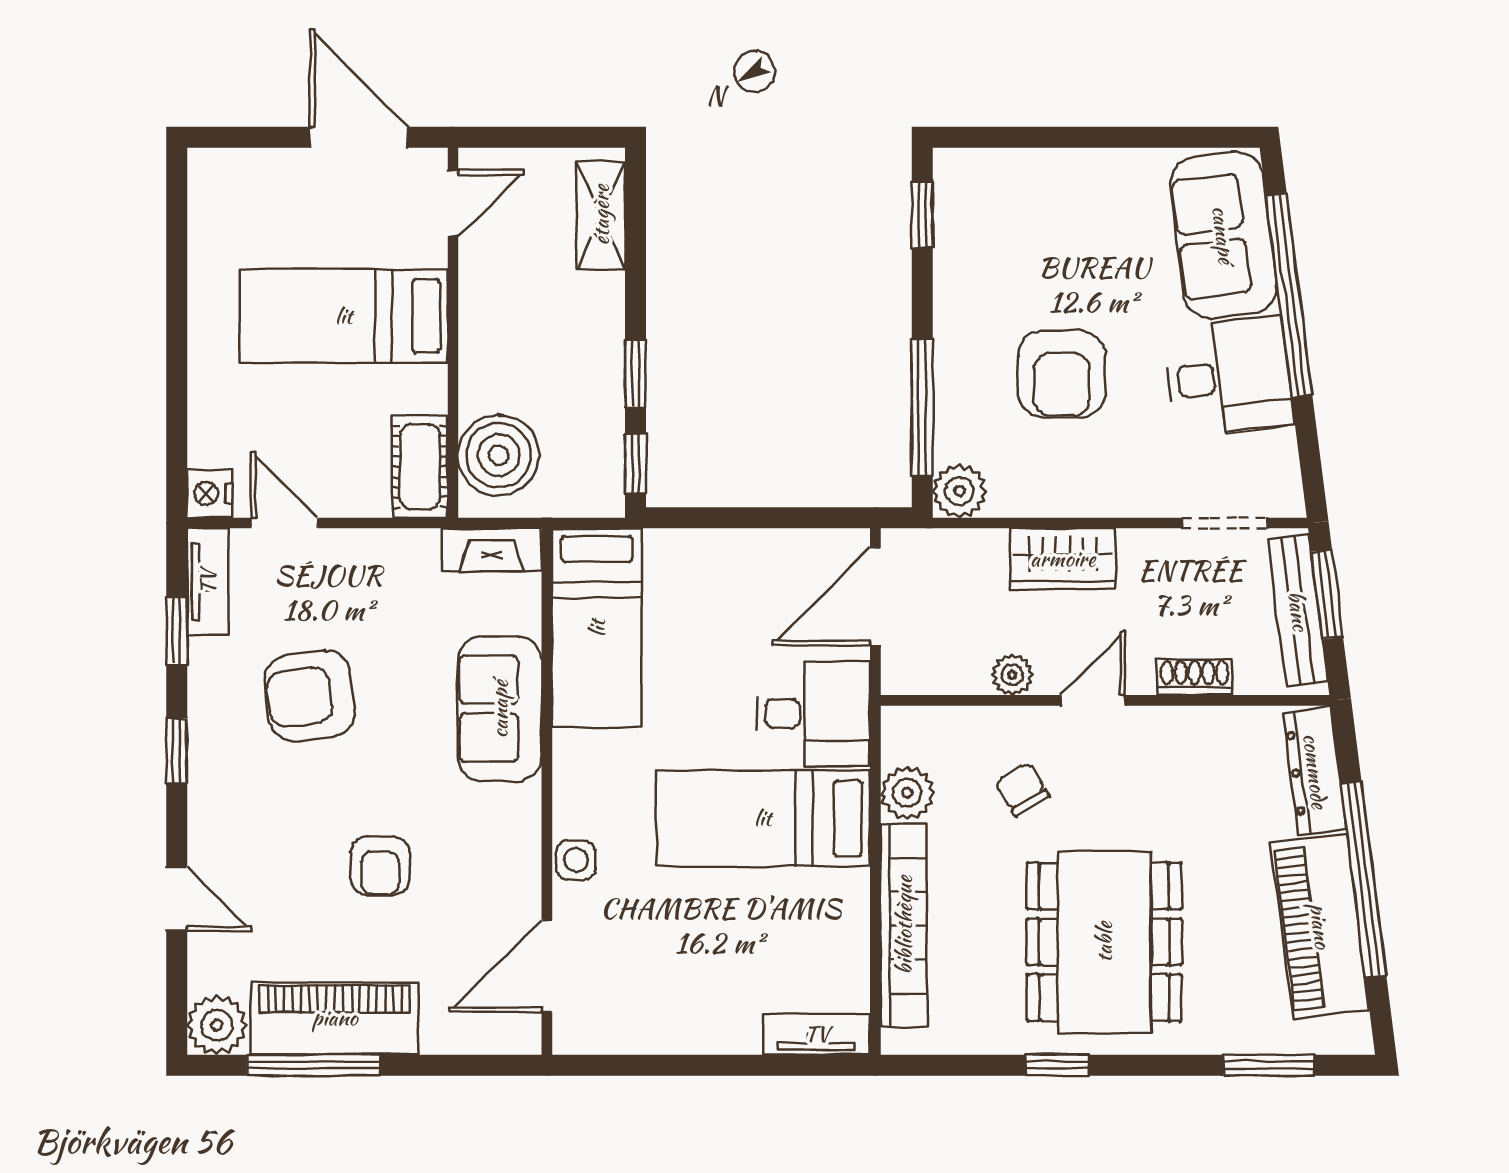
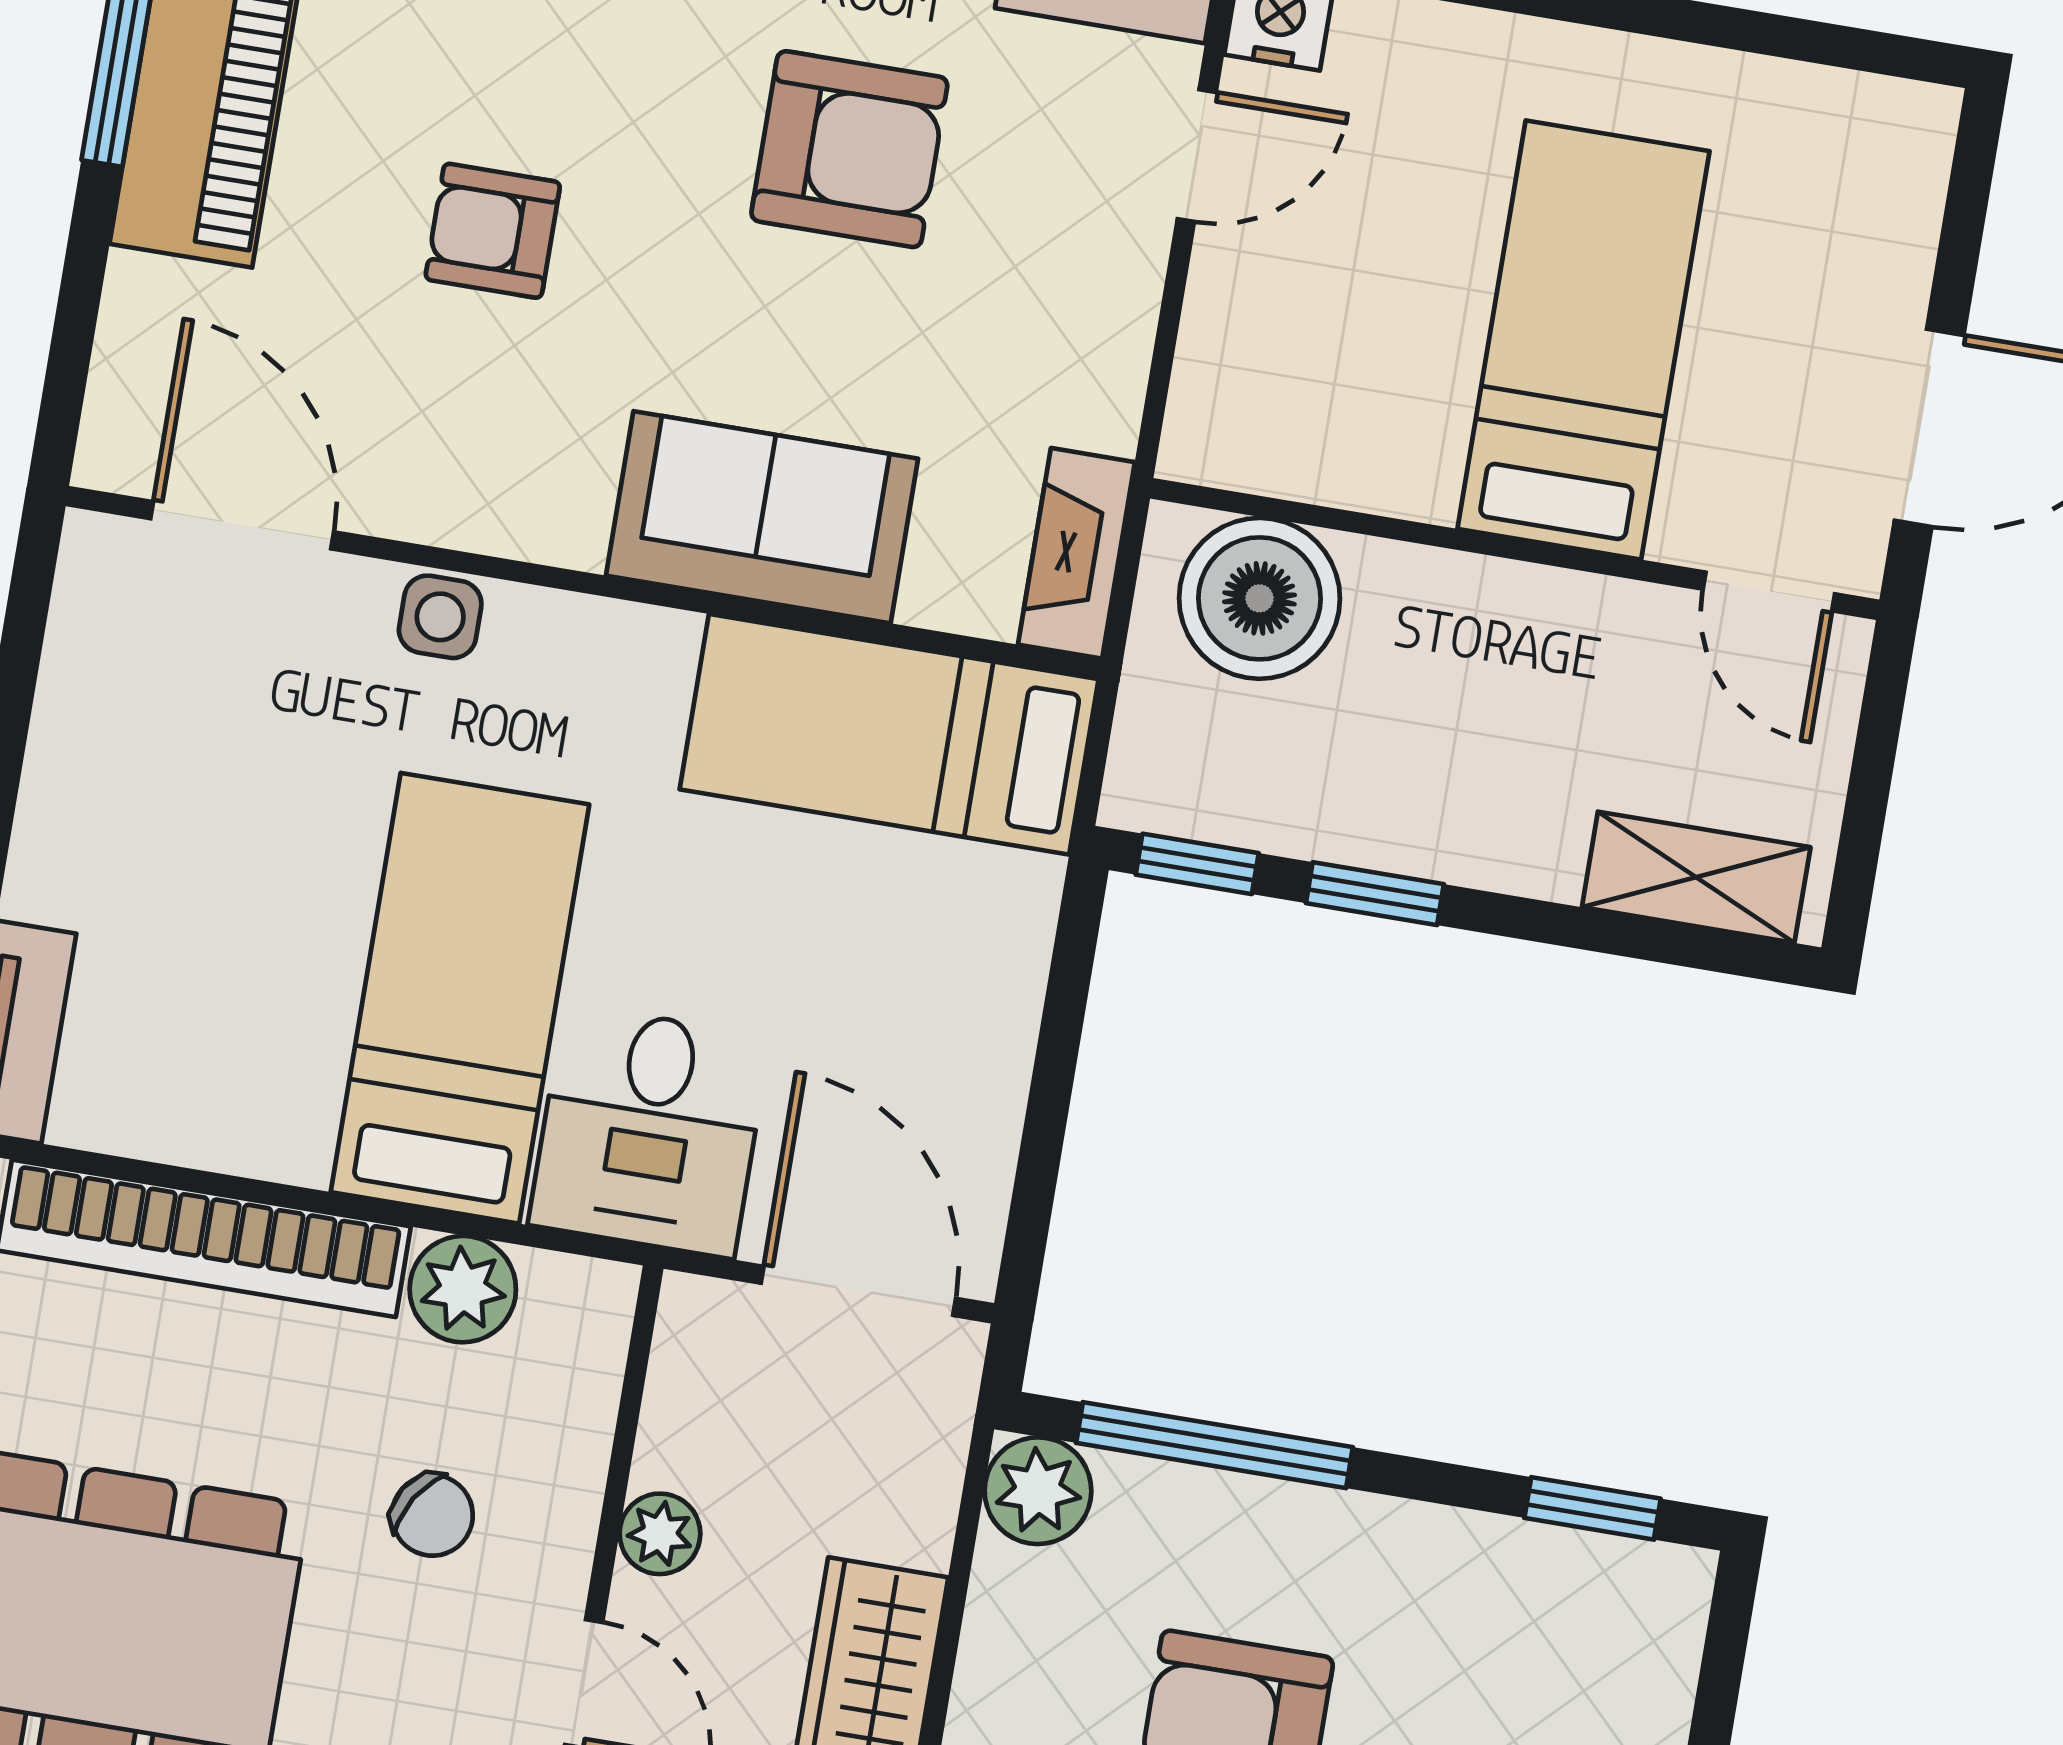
cot: (420, 467) -> (1262, 440), removed
armchair: (310, 696) -> (849, 149), turned 97
chair: (1022, 789) -> (432, 1515), turned 63

